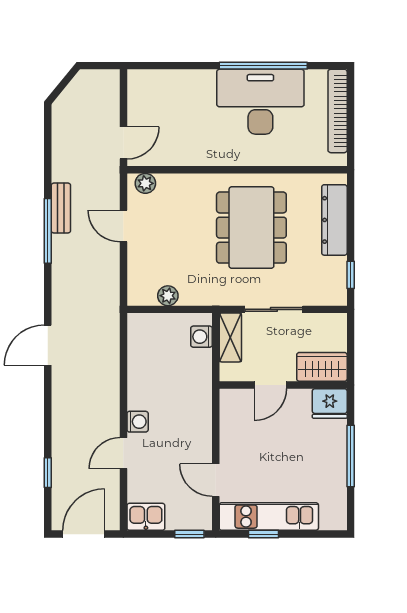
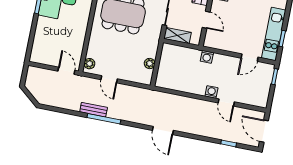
door: (123, 226) -> (109, 79), hinge flipped
washing machine: (202, 337) -> (207, 57), moved
kitchen sink: (146, 517) -> (261, 97), removed

